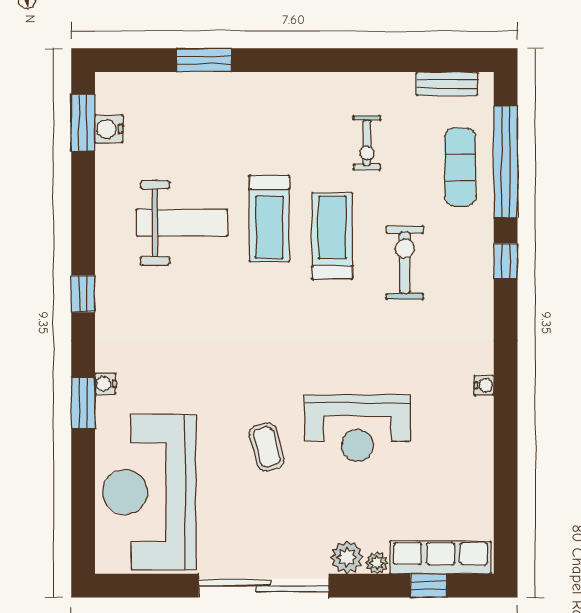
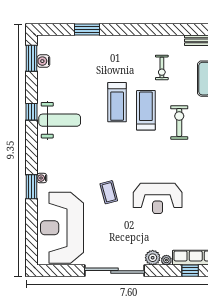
weight bench: (182, 223) -> (60, 120), moved
window: (83, 294) -> (32, 112), moved
coffee table: (267, 447) -> (109, 192), moved

